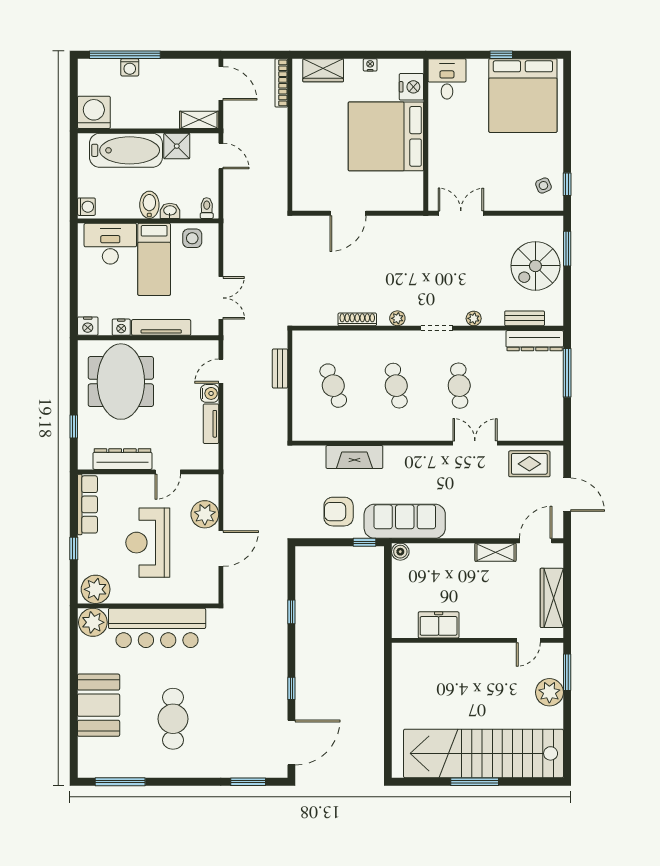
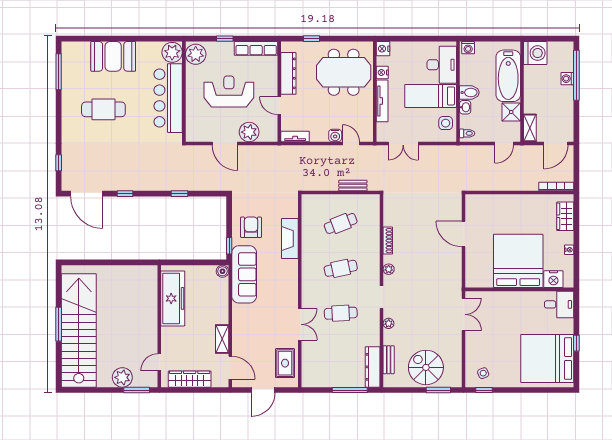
tv unit: (211, 424) -> (295, 136), moved
freezer: (439, 625) -> (173, 298), width x1.91, depth x1.26
door: (528, 640) -> (159, 362), hinge flipped
window: (248, 782) -> (59, 163), width x0.67

